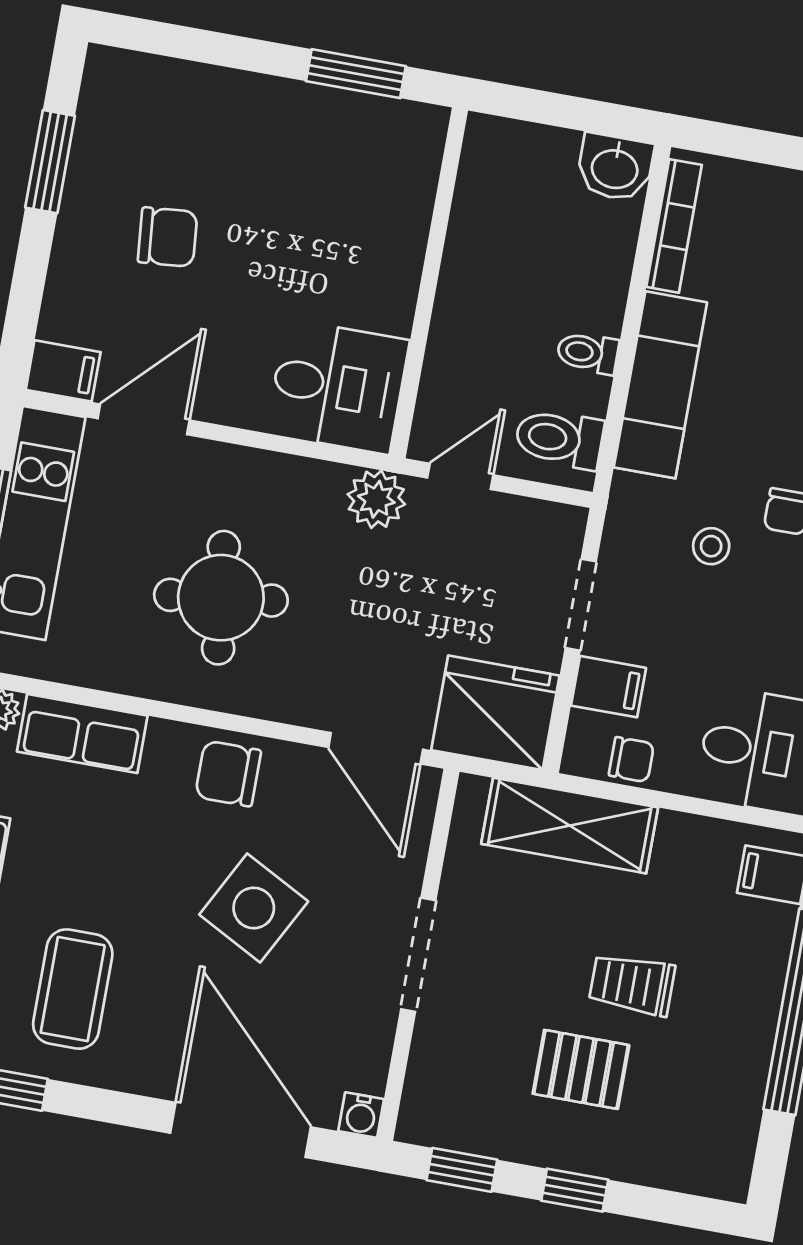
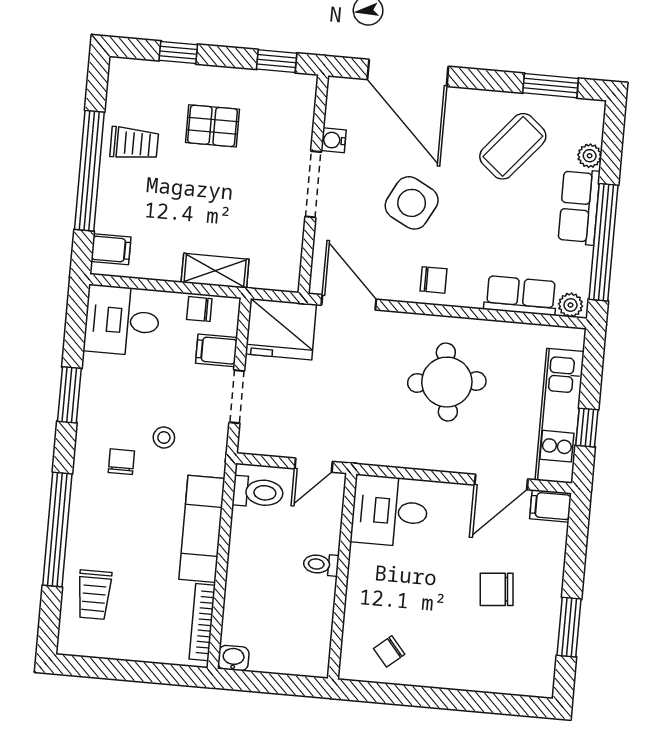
window: (356, 74) -> (395, 694), removed
chair: (360, 148) -> (389, 651), added
washbasin: (615, 167) -> (233, 658), width x0.72, depth x0.69
toilet: (588, 353) -> (321, 564), moved, turned 180
plant: (376, 499) -> (361, 447), removed
chair: (228, 774) -> (434, 280), width x0.73, depth x0.73
shelving: (570, 826) -> (215, 271), width x0.67, depth x0.75
trolley: (632, 984) -> (134, 143), moved
coffee table: (73, 989) -> (513, 146), turned 40
water cooler: (361, 1115) -> (334, 140), moved, turned -90
window: (575, 1190) -> (178, 52), moved

